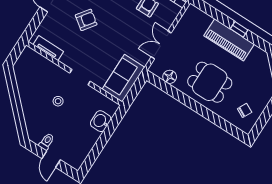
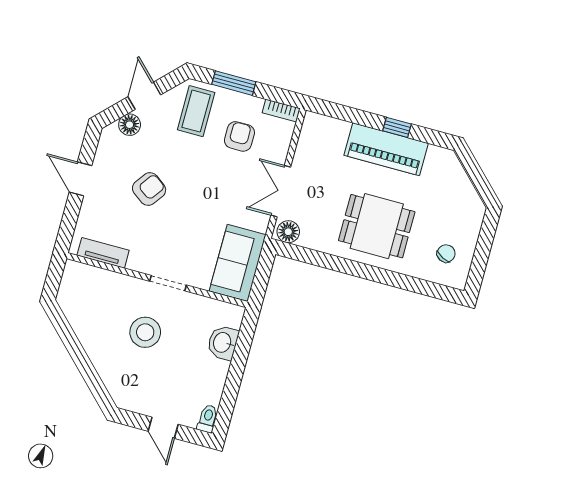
floor lamp: (170, 77) -> (288, 232), moved
stool: (58, 101) -> (145, 332), width x1.89, depth x1.89
toilet: (47, 142) -> (208, 419), moved

